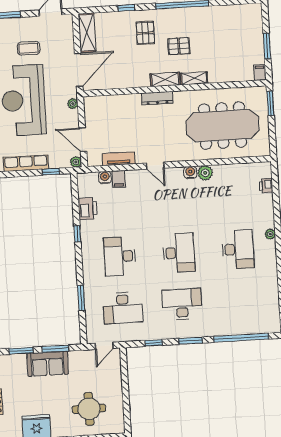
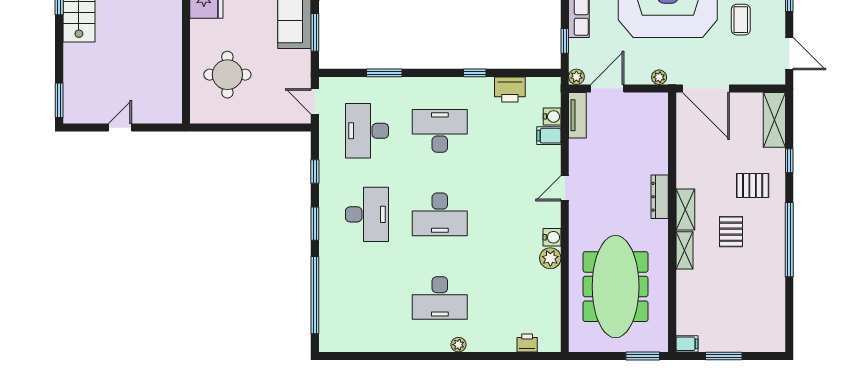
shelving: (87, 33) -> (774, 120), moved, turned 90
tv unit: (119, 159) -> (577, 115), moved

